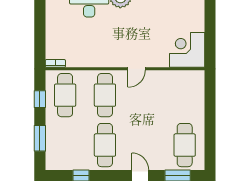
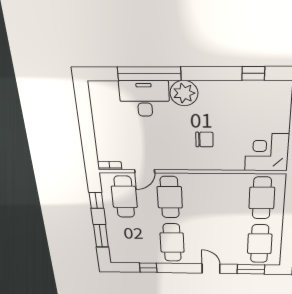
chair: (136, 38) -> (204, 139), added
door: (137, 69) -> (145, 171), moved
cafe table: (185, 95) -> (262, 198), added

